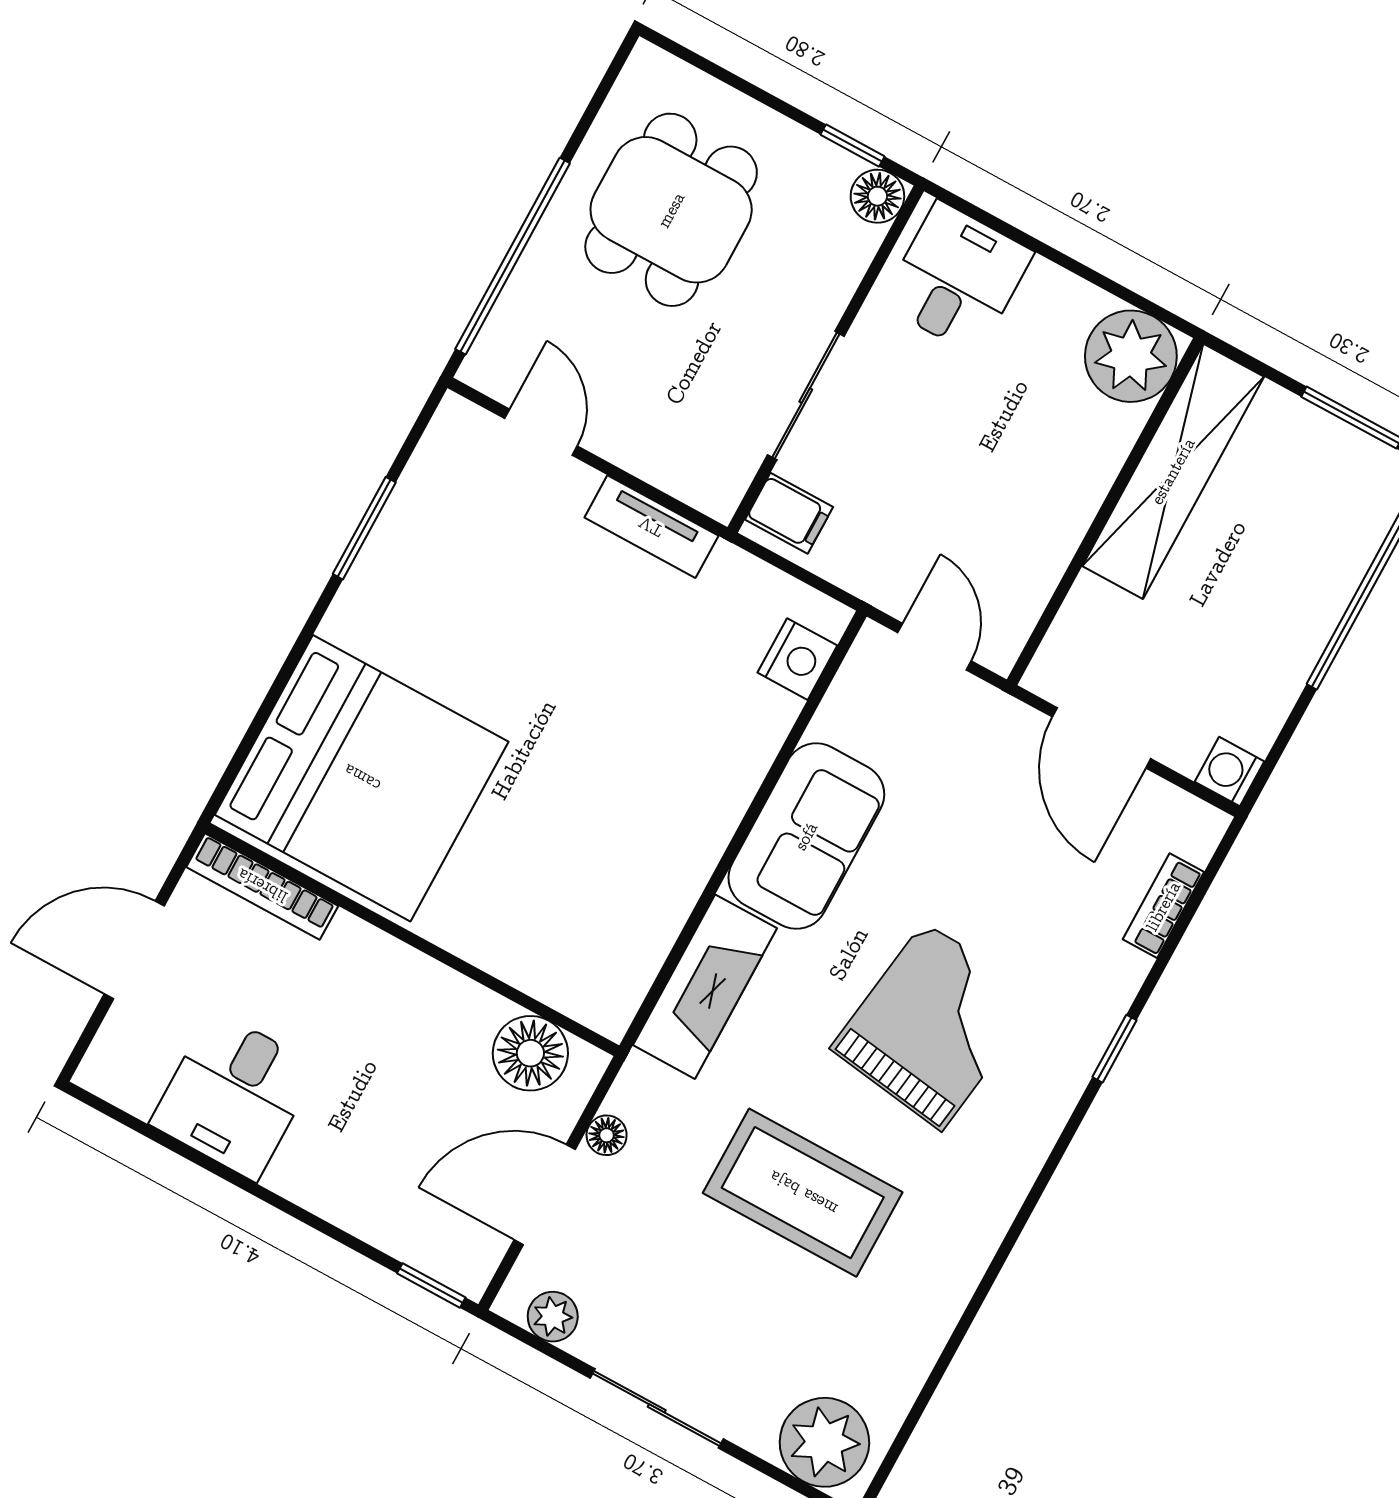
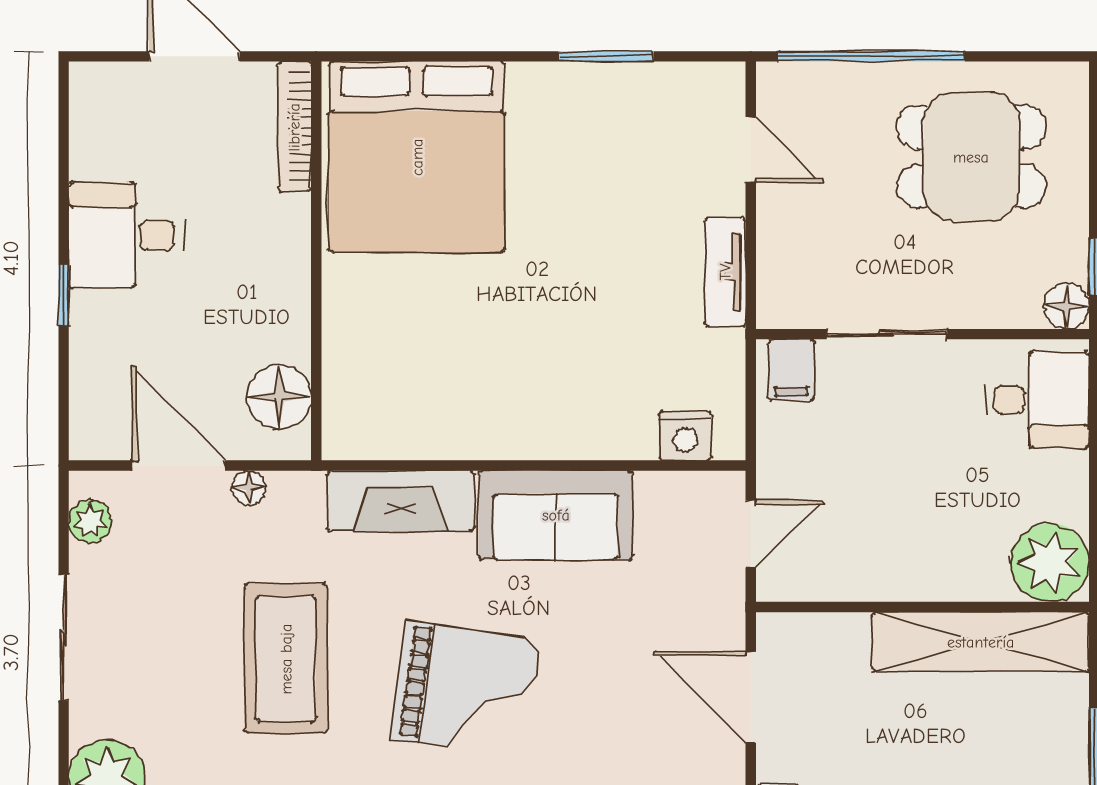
door: (541, 432) -> (751, 150), hinge flipped
door: (1102, 738) -> (751, 697), hinge flipped
desk: (234, 1095) -> (126, 235), moved
window: (431, 1285) -> (64, 295), moved

